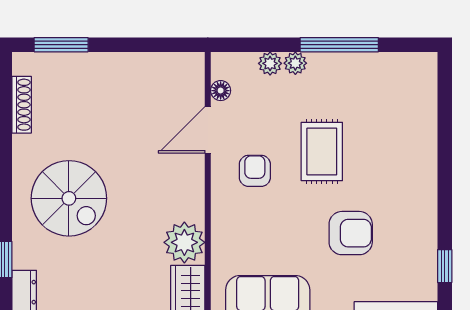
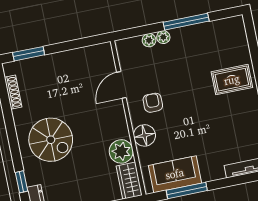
floor lamp: (221, 91) -> (144, 135), moved, width x1.89, depth x1.89
rug: (322, 152) -> (232, 80), moved, turned 90
armchair: (351, 233) -> (214, 127), removed

